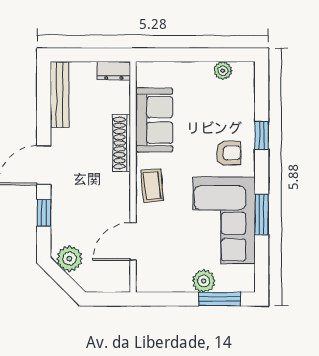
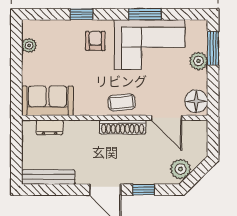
dresser: (114, 71) -> (50, 127), moved, turned 90
sofa: (154, 120) -> (47, 101), moved
shoe rack: (122, 143) -> (123, 127), moved
floor lamp: (154, 278) -> (196, 101), added

